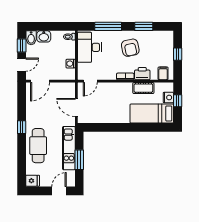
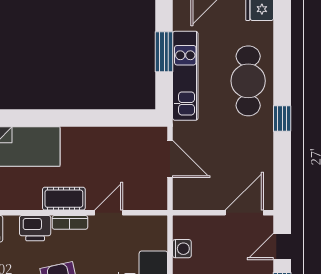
door: (90, 81) -> (109, 213), moved
cot: (143, 88) -> (64, 199), moved

